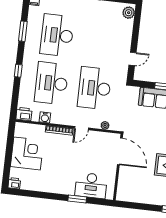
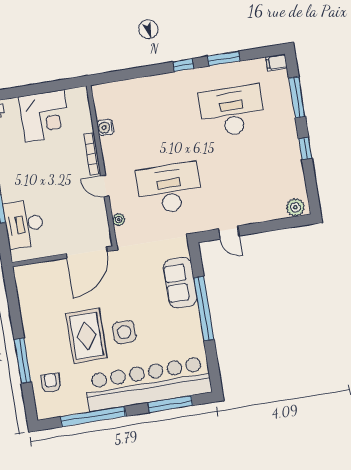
window: (18, 71) -> (183, 65), moved
desk: (52, 83) -> (159, 123), removed
printer: (24, 114) -> (102, 95), removed

